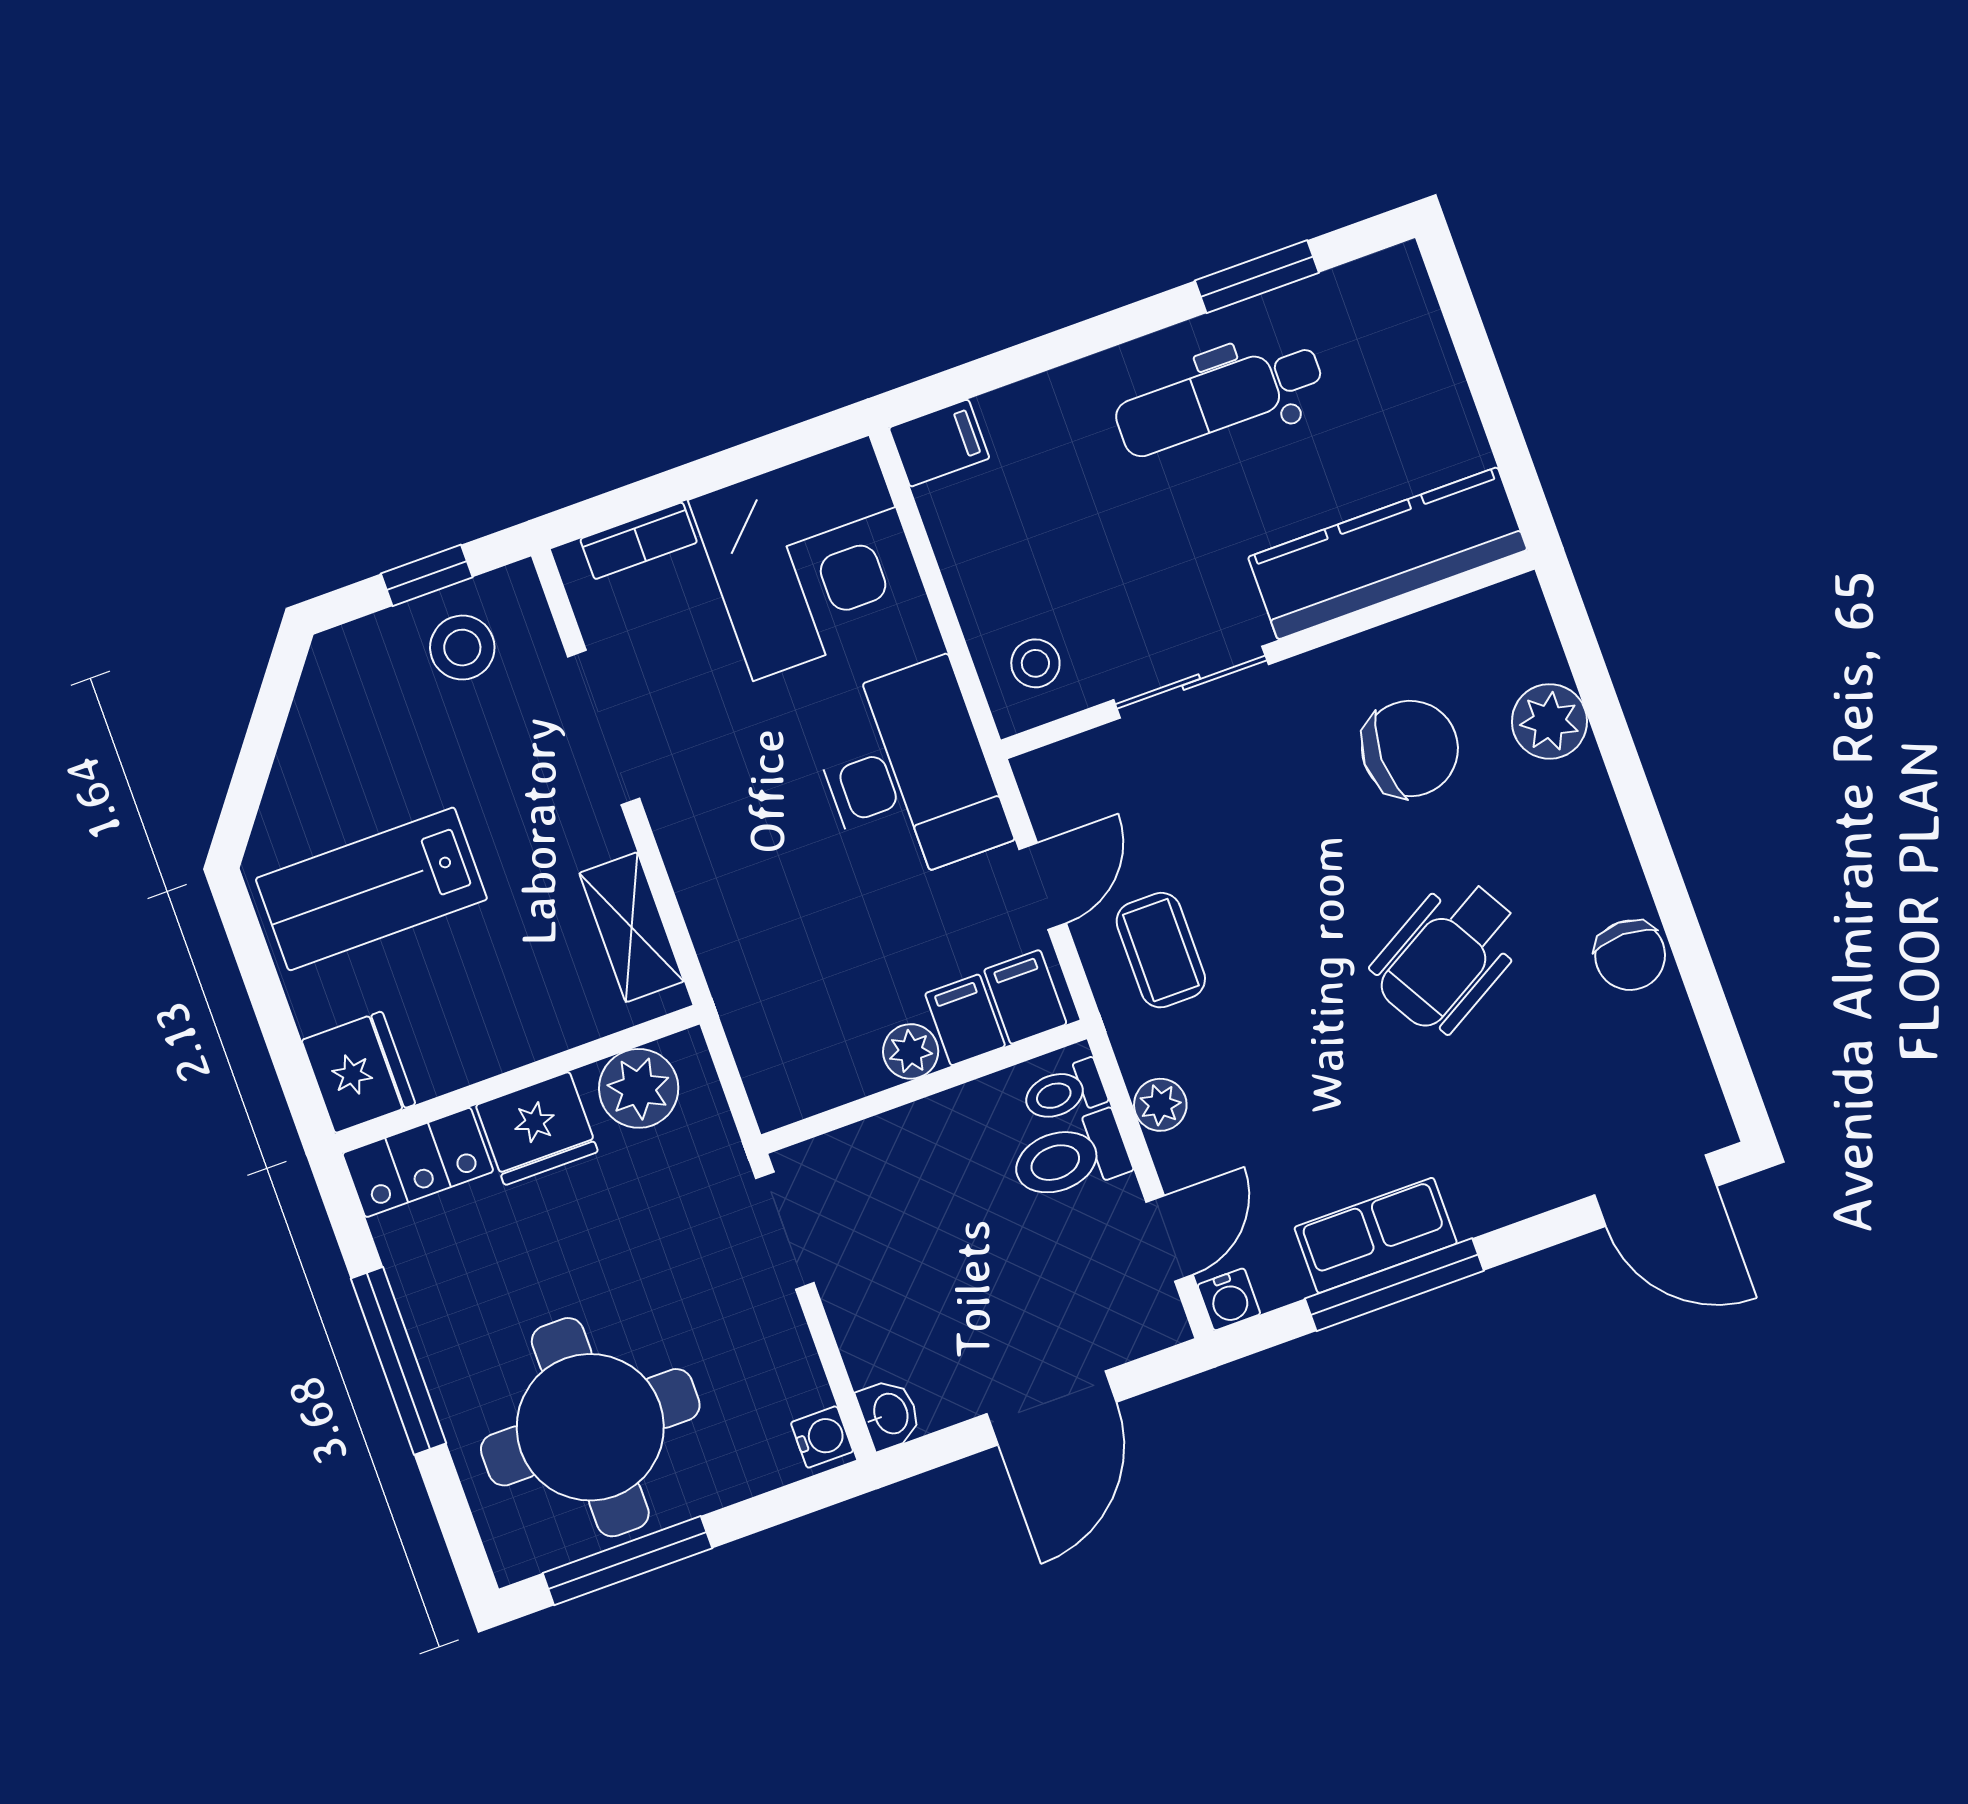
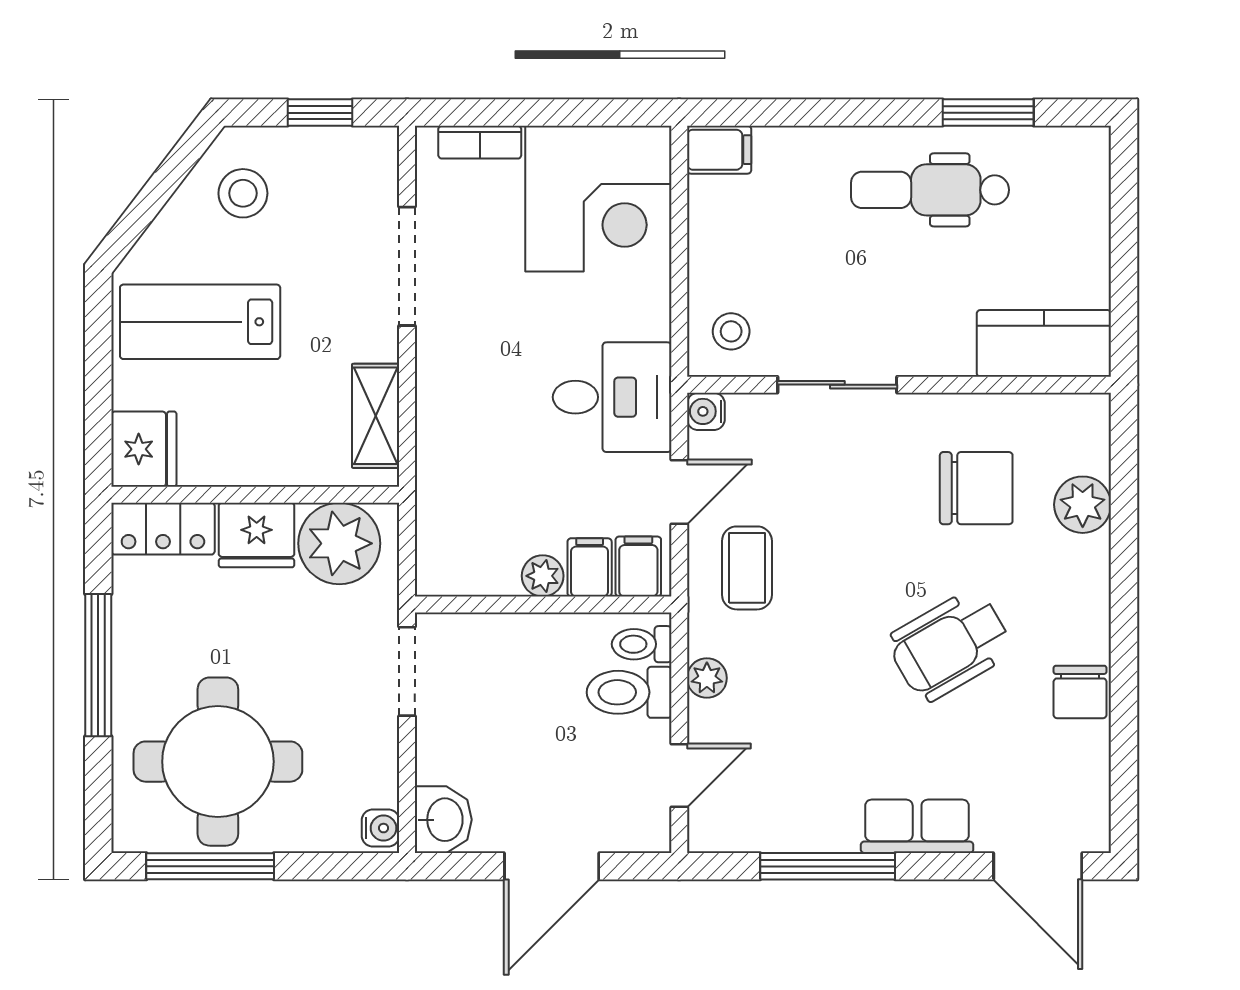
kitchen counter: (1388, 553) -> (1044, 343), width x0.67
stool: (462, 648) -> (243, 193), moved
desk: (908, 773) -> (612, 397), width x0.73
plant: (639, 1088) -> (339, 543), width x1.36, depth x1.36
row of seats: (1376, 1235) -> (917, 826), moved
water cooler: (1229, 1299) -> (706, 411), moved, turned 90
washbasin: (889, 1414) -> (443, 820), width x1.38, depth x1.45

